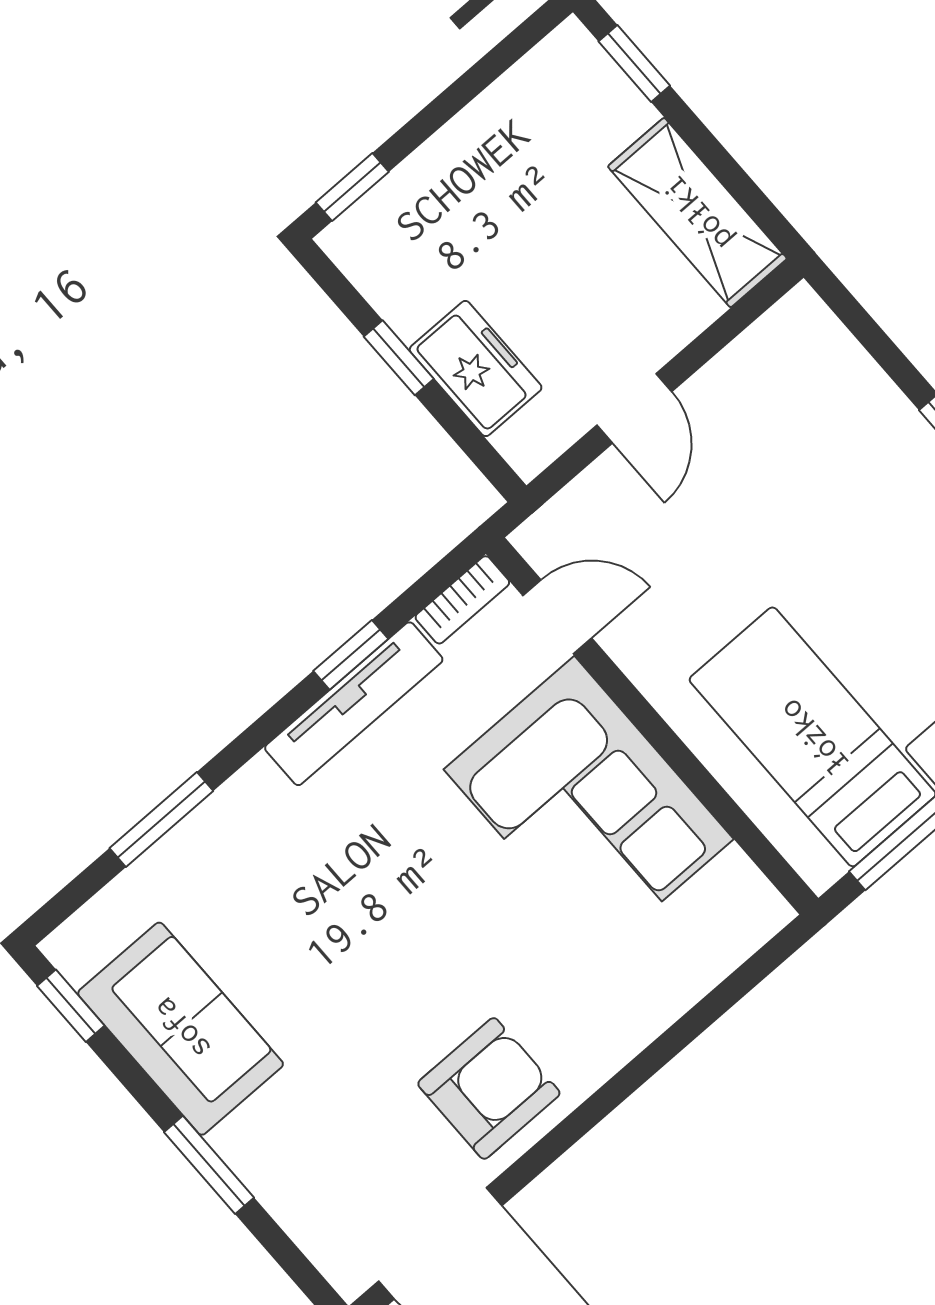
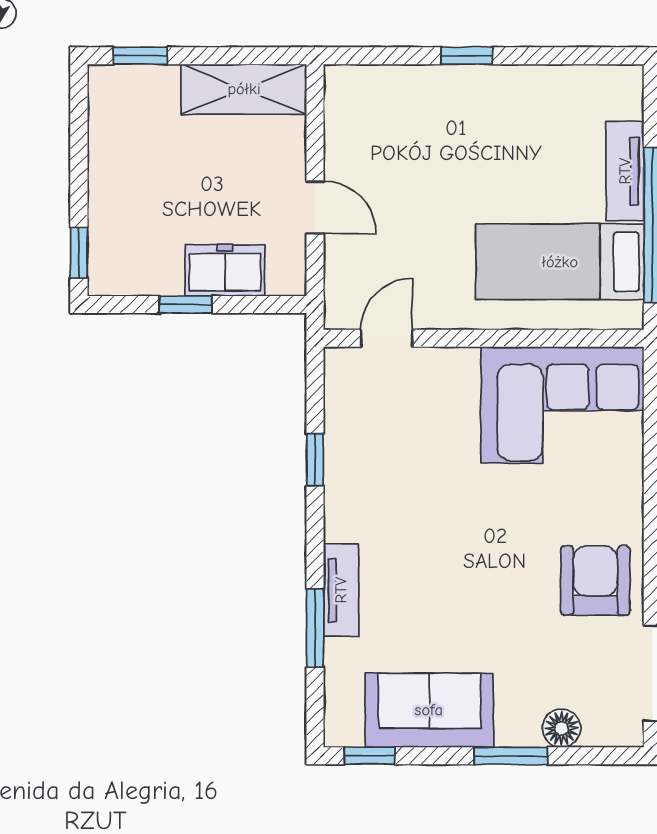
bookcase: (462, 600) -> (336, 379), removed
tv unit: (354, 704) -> (341, 590), moved, width x0.71
corner sofa: (589, 804) -> (562, 405), moved
floor lamp: (290, 1195) -> (562, 728), added

